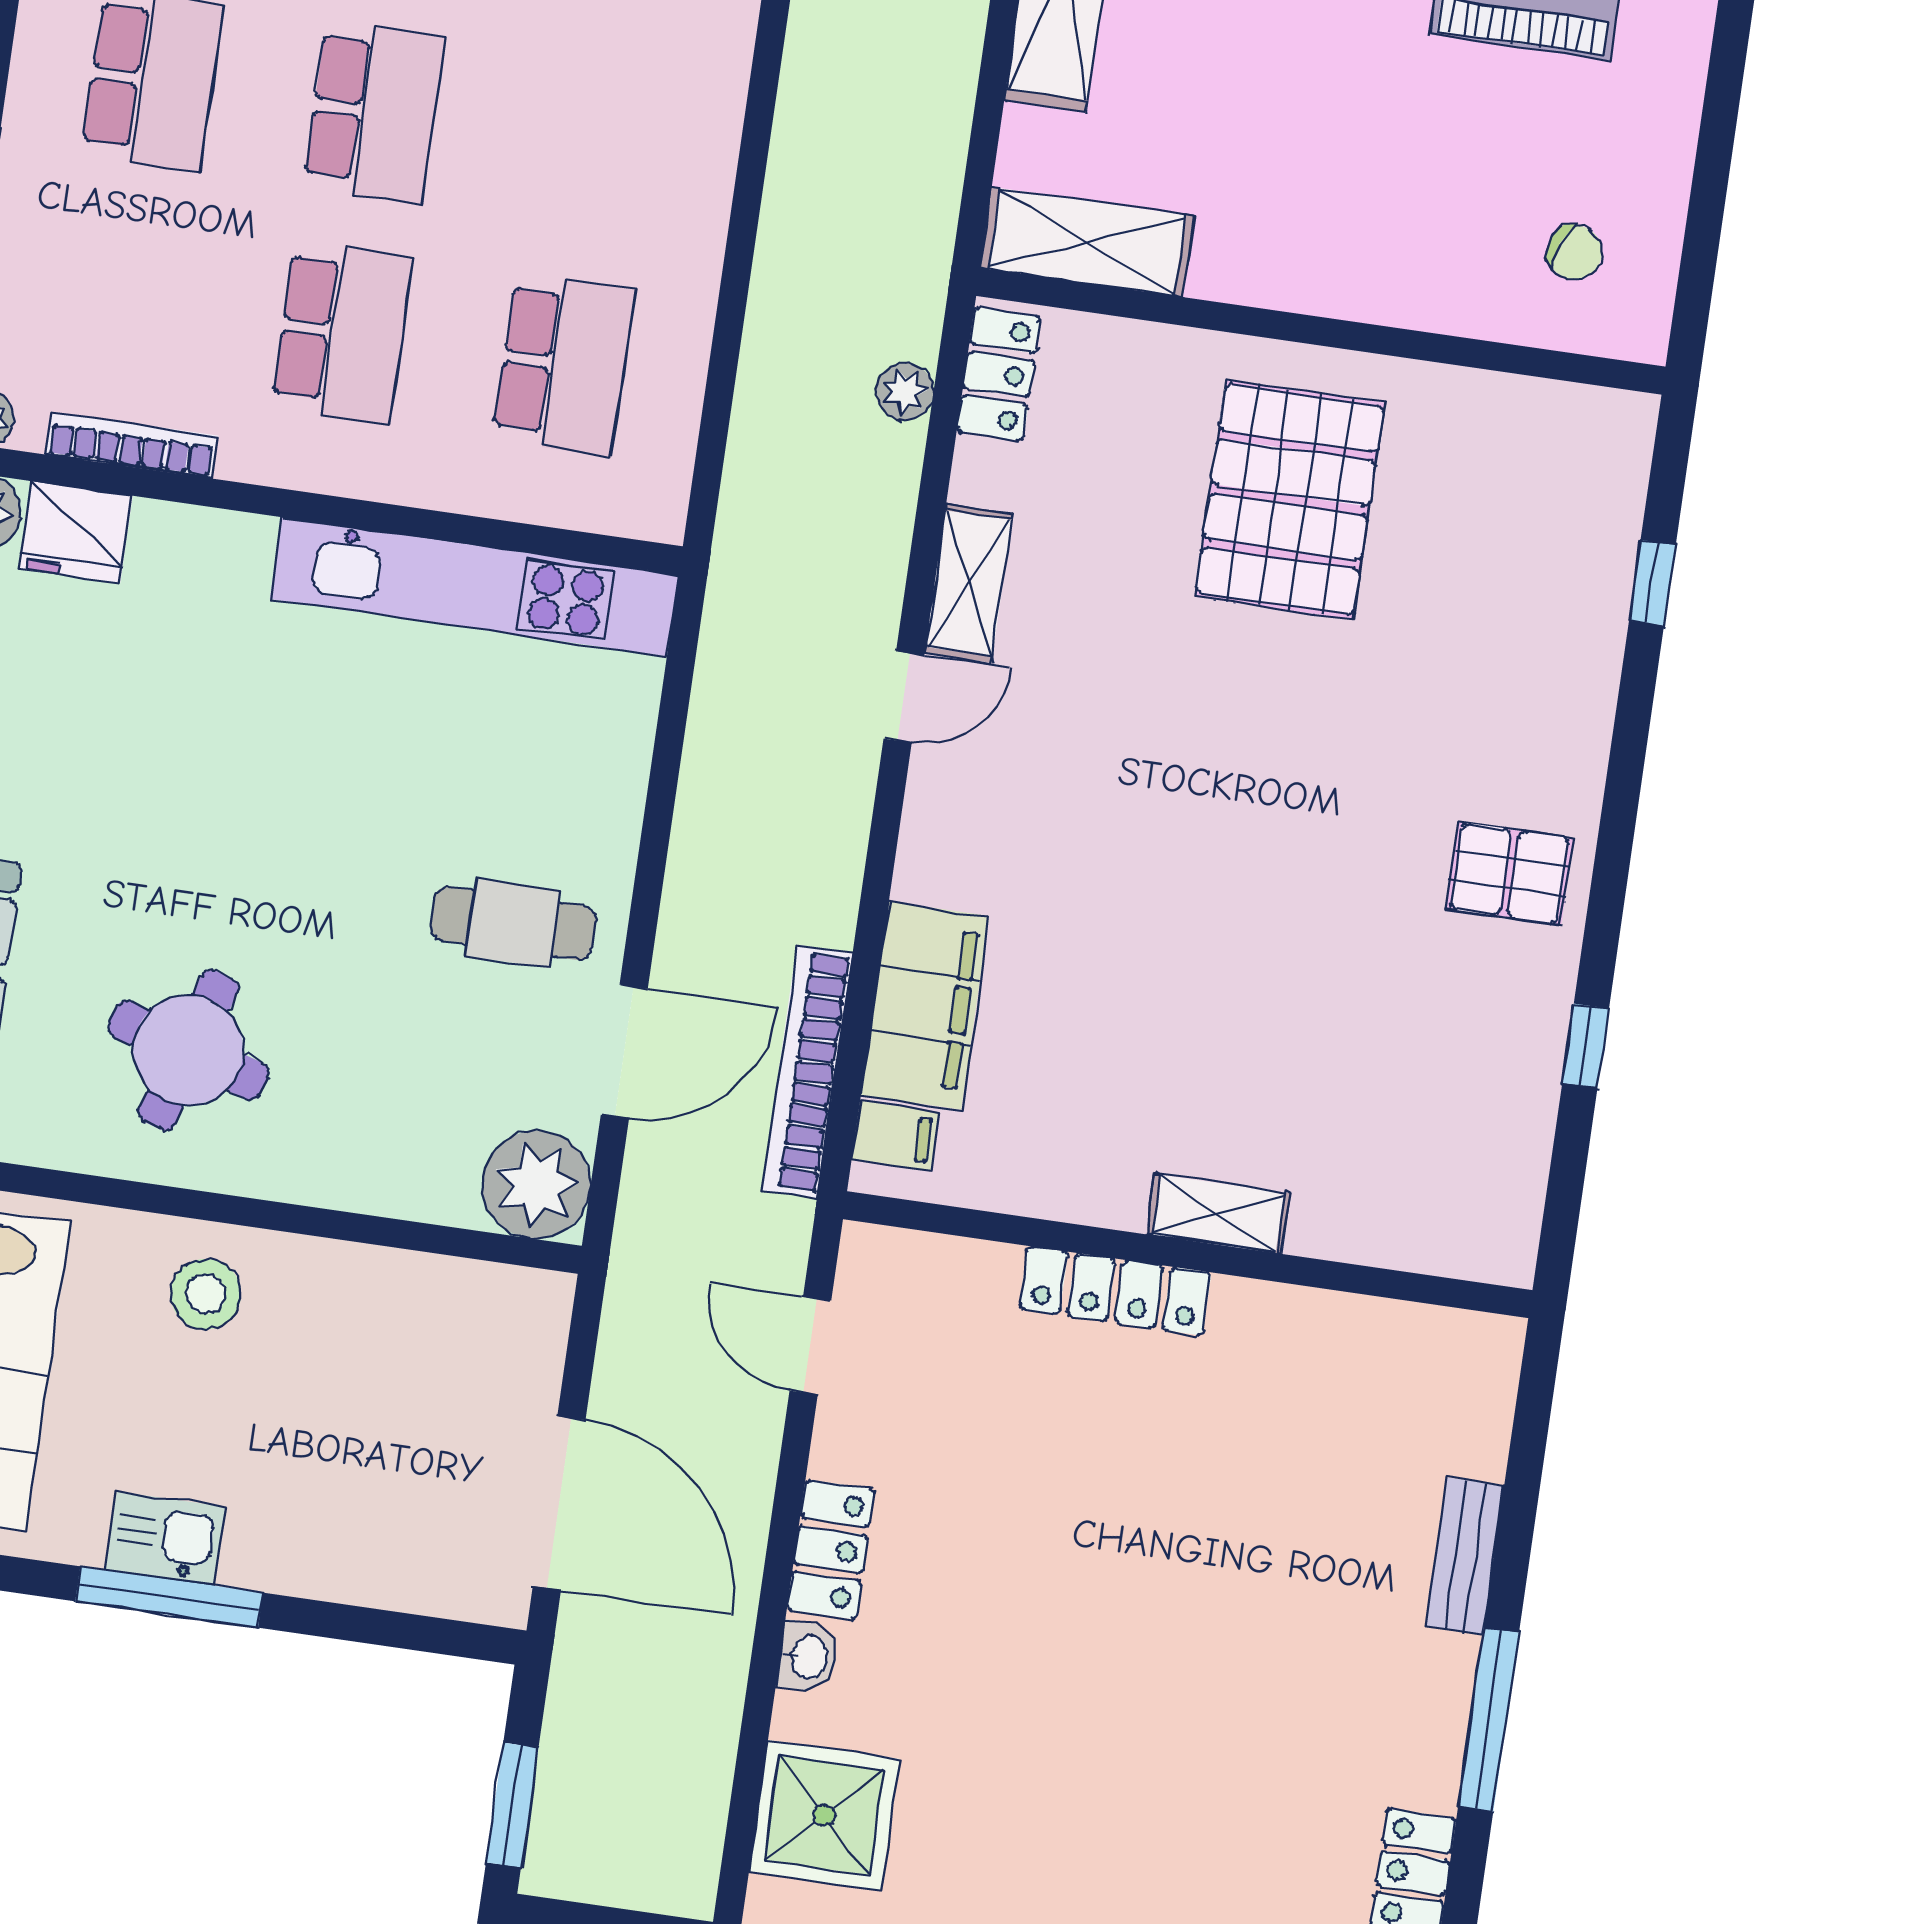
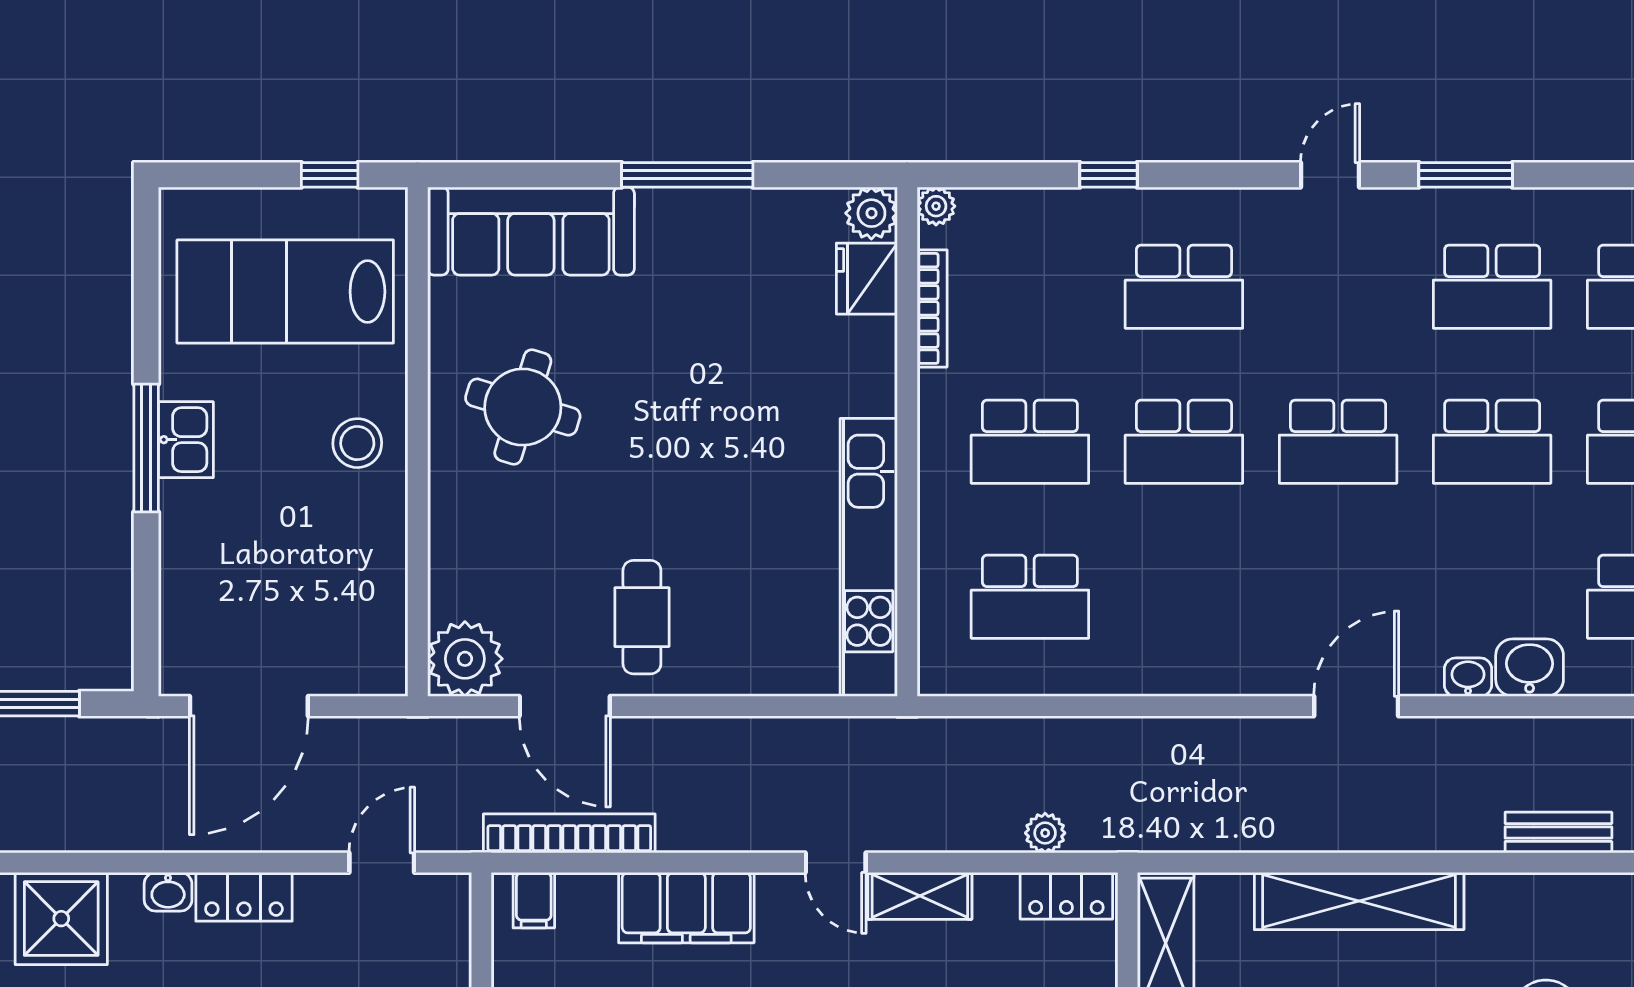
filing cabinet: (925, 1005) -> (686, 908), moved

